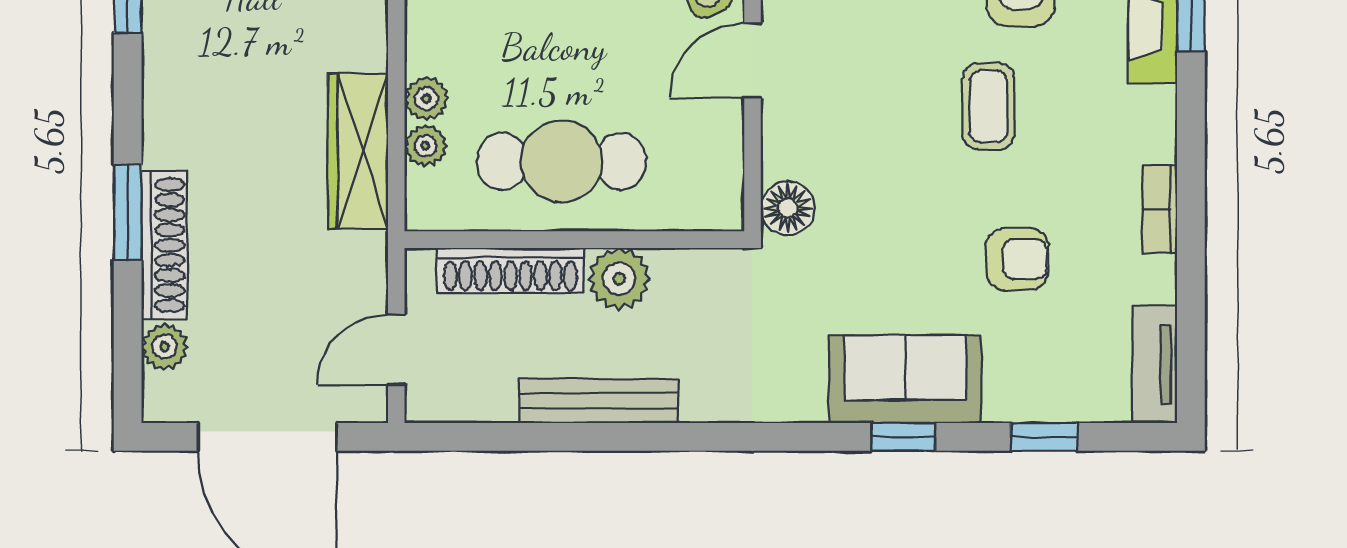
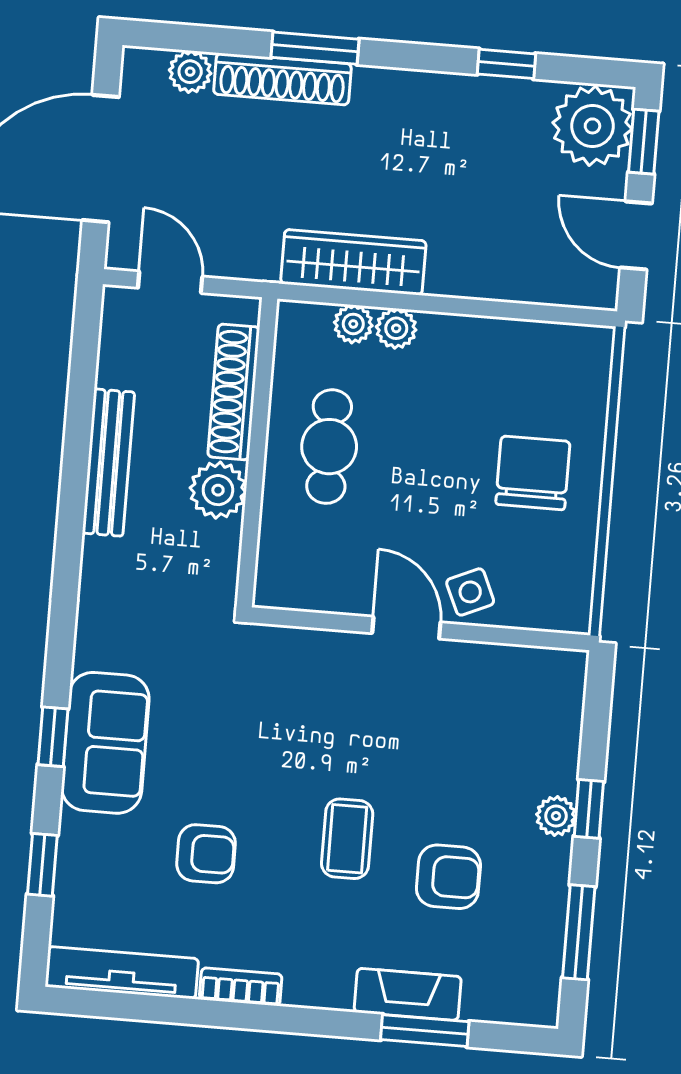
coffee table: (988, 106) -> (347, 839), turned 90
cafe table: (562, 161) -> (329, 447), width x0.73, depth x0.74
floor lamp: (788, 208) -> (270, 649), removed
armchair: (1017, 259) -> (206, 854), turned -90
tv unit: (1155, 364) -> (122, 973), width x1.41

